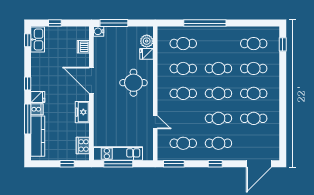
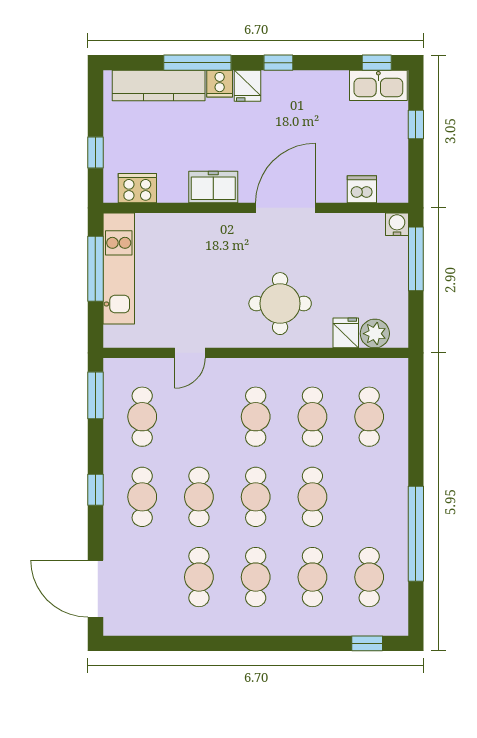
window: (205, 23) -> (416, 534), moved

